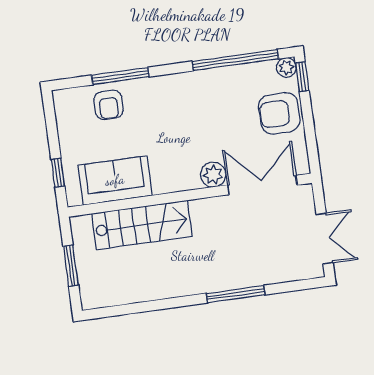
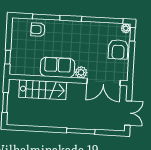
armchair: (109, 105) -> (38, 30), turned 90
armchair: (279, 113) -> (118, 49), turned -90
sofa: (115, 180) -> (57, 67), moved
double door: (262, 185) -> (104, 82), swing flipped

